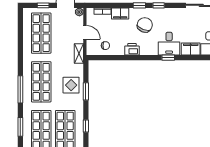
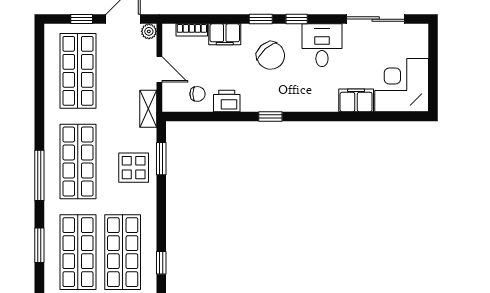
chair: (145, 25) -> (271, 56), turned 116
desk: (169, 44) -> (322, 45), moved, turned 180
printer: (132, 49) -> (227, 101), moved
window: (168, 58) -> (270, 117), moved
window: (86, 91) -> (161, 159), moved
window: (86, 126) -> (161, 263), moved

